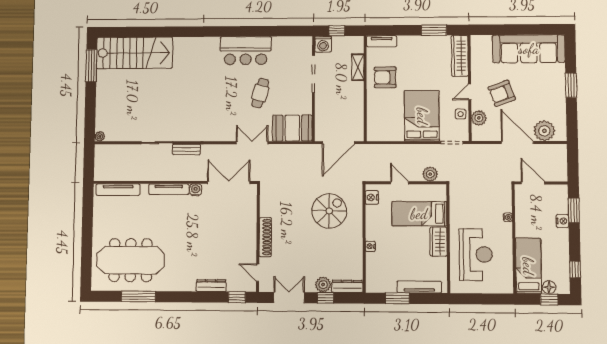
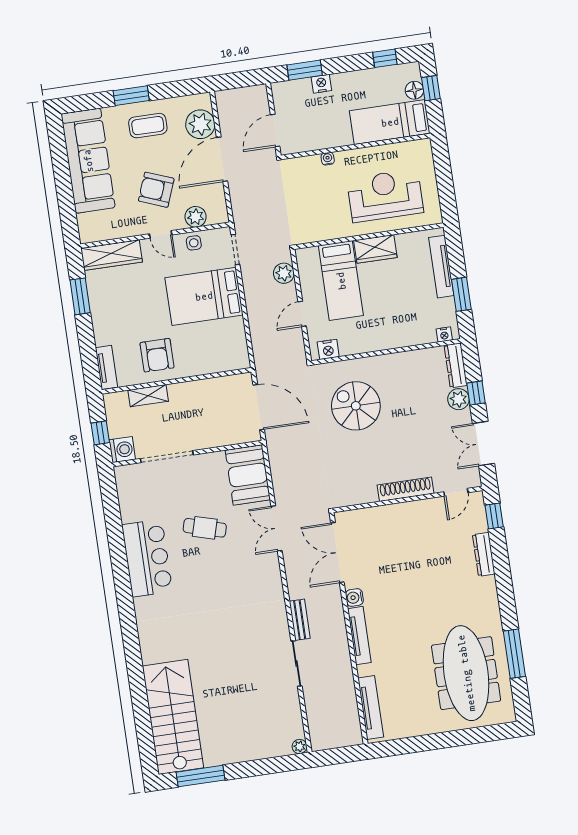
armchair: (502, 93) -> (156, 190), turned 131
coffee table: (548, 94) -> (148, 126), added
nightstand: (370, 246) -> (444, 335), moved

